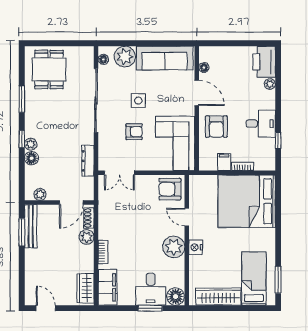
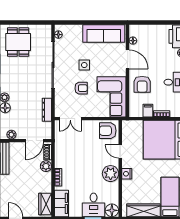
plant: (125, 57) -> (74, 33), removed

